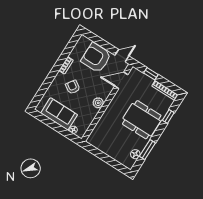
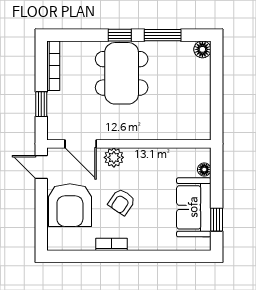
armchair: (73, 87) -> (122, 202), moved
plant: (98, 103) -> (114, 157), moved
window: (168, 117) -> (120, 35), moved
window: (47, 121) -> (217, 220), added
floor lamp: (135, 154) -> (202, 49), moved

